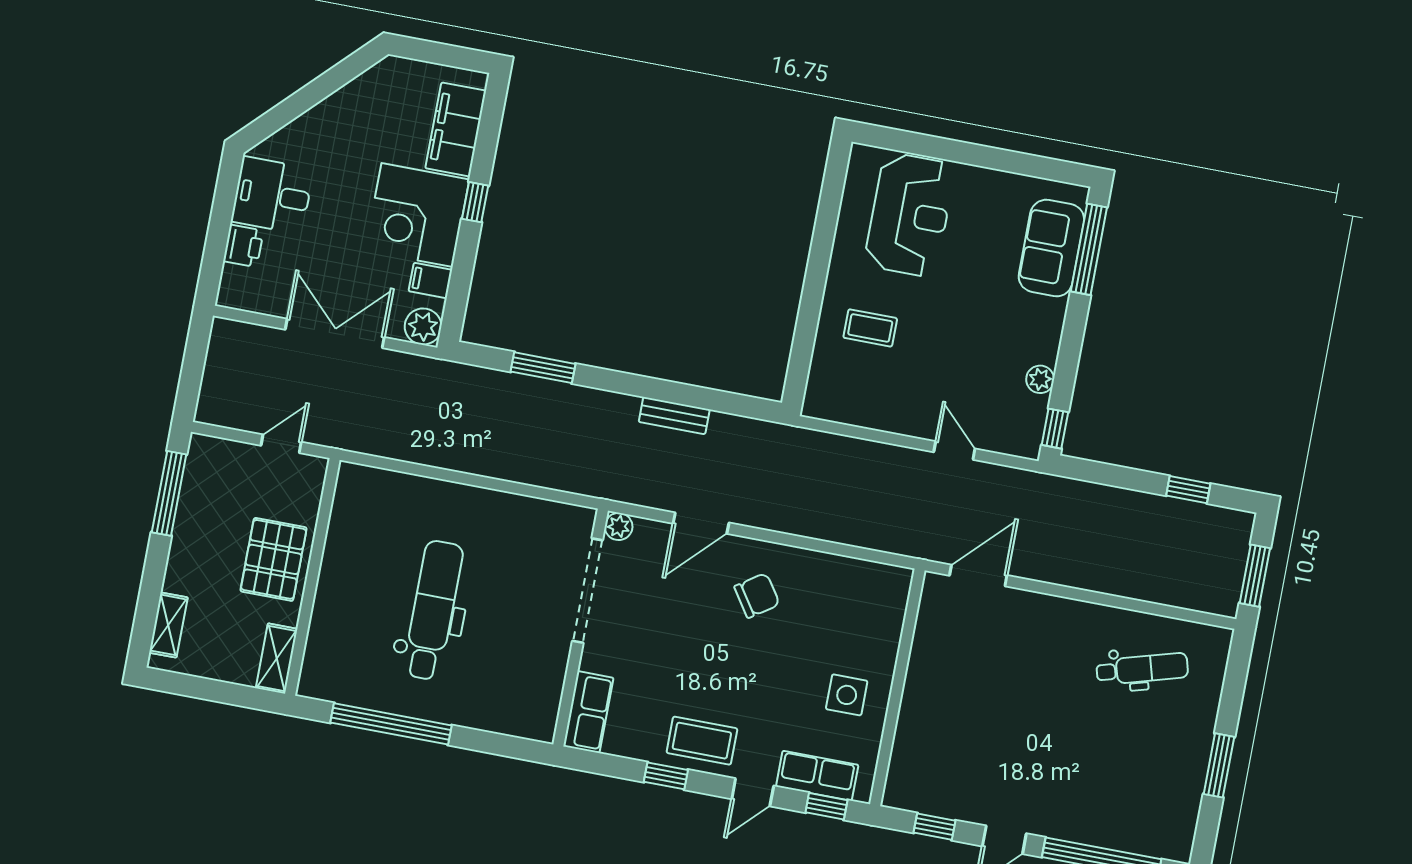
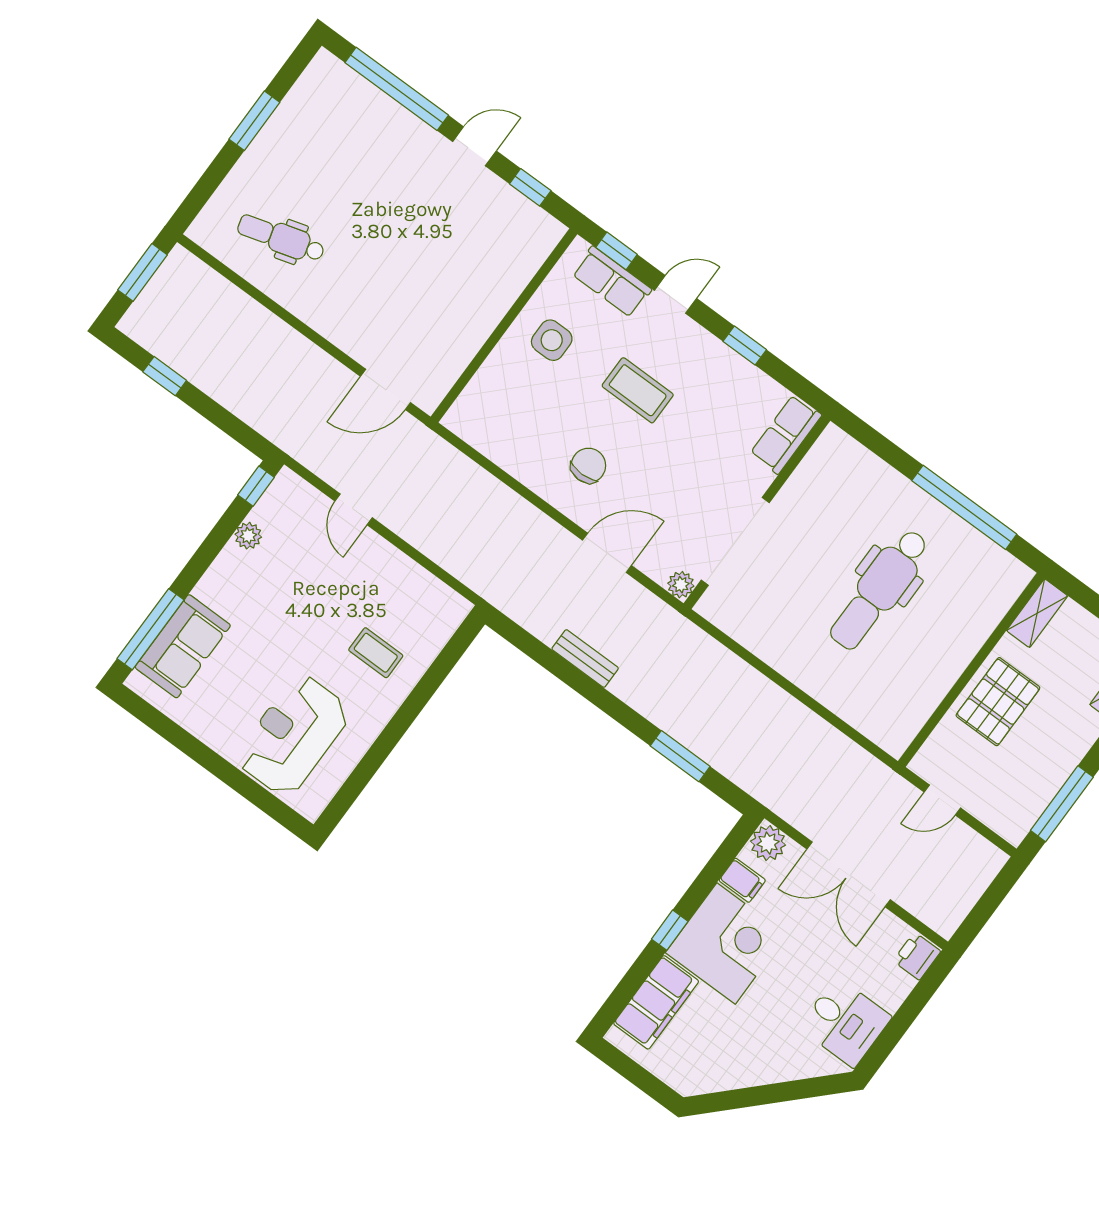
printer: (243, 246) -> (917, 956), moved
chair: (757, 595) -> (588, 465), turned 124
coffee table: (702, 741) -> (638, 390), moved

